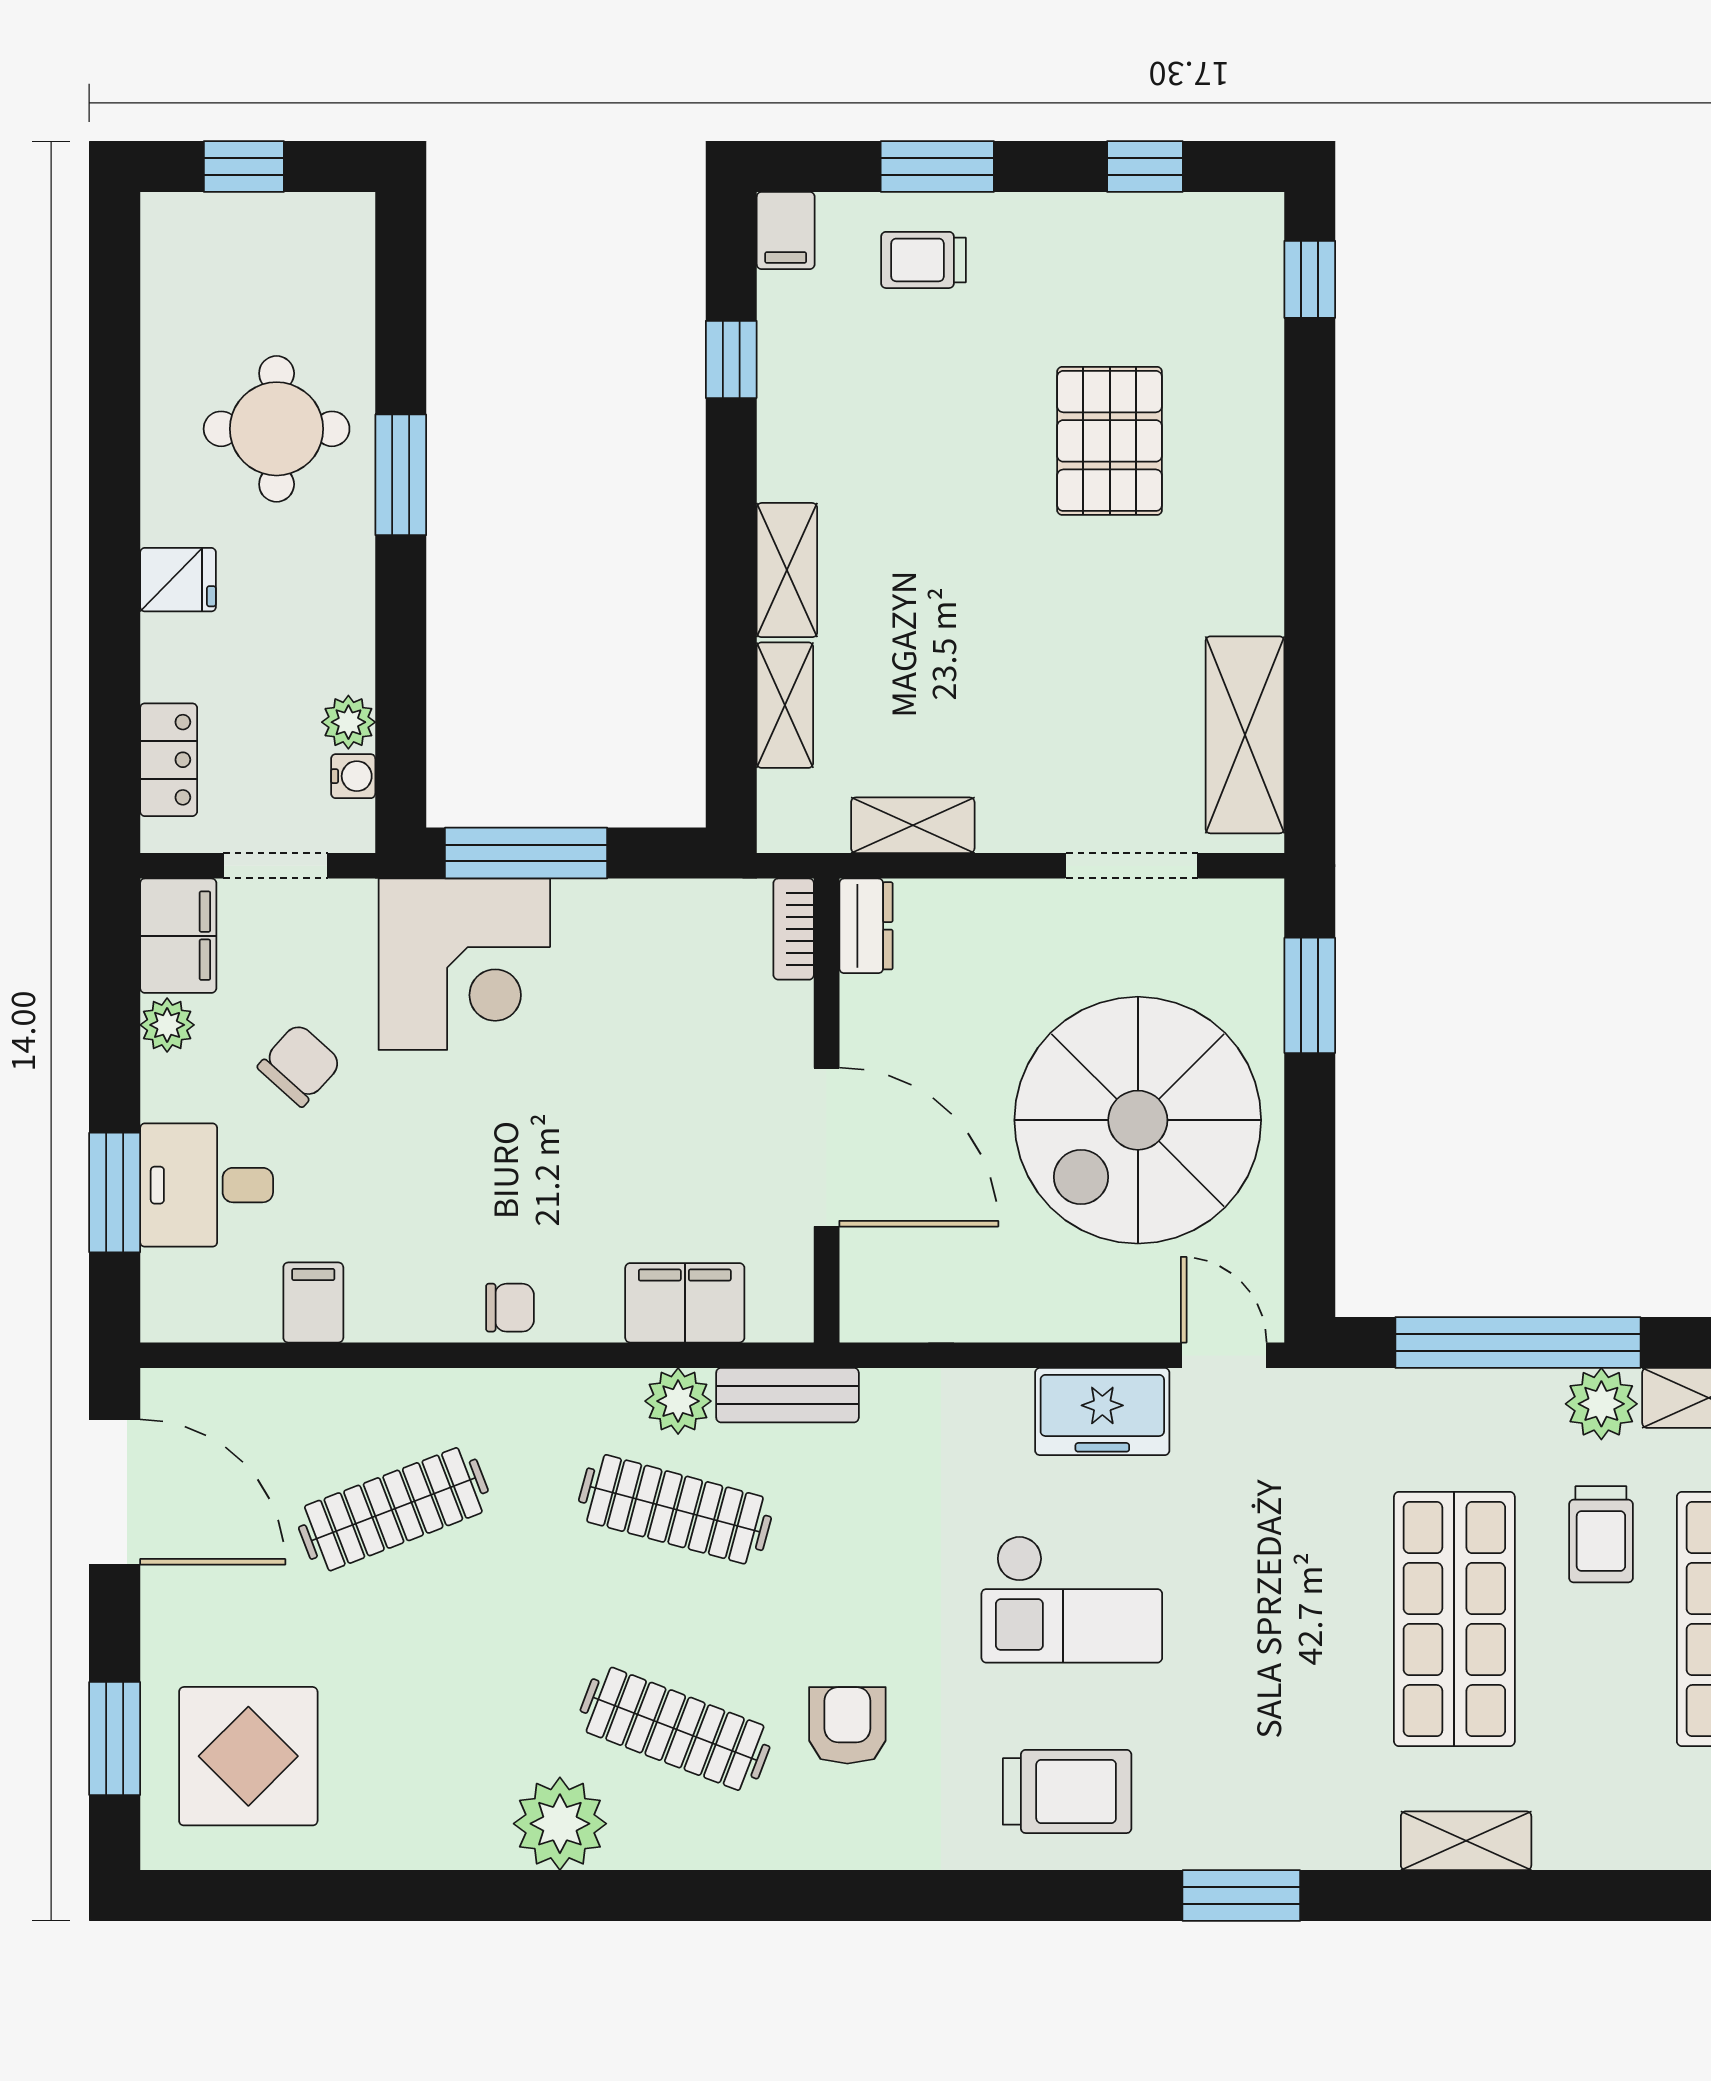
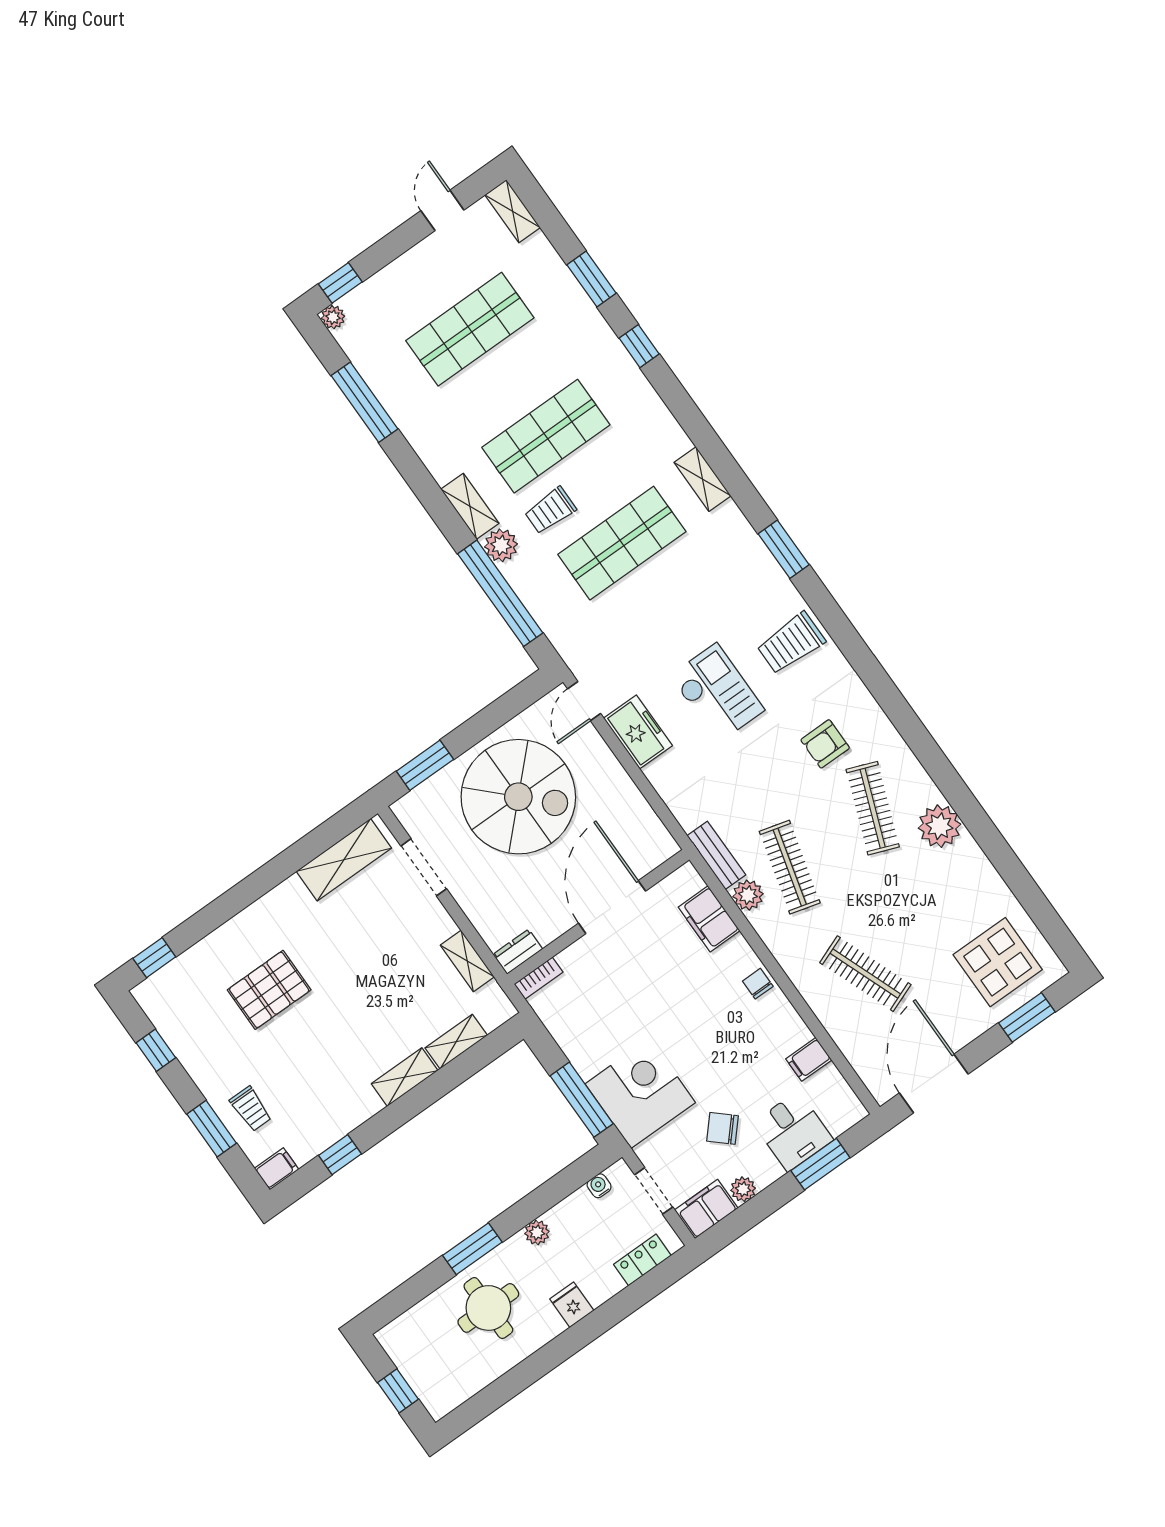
plant: (348, 722) -> (537, 1232), moved
trolley: (1601, 1534) -> (550, 510), turned 180
trolley: (1067, 1791) -> (791, 643), turned -90

